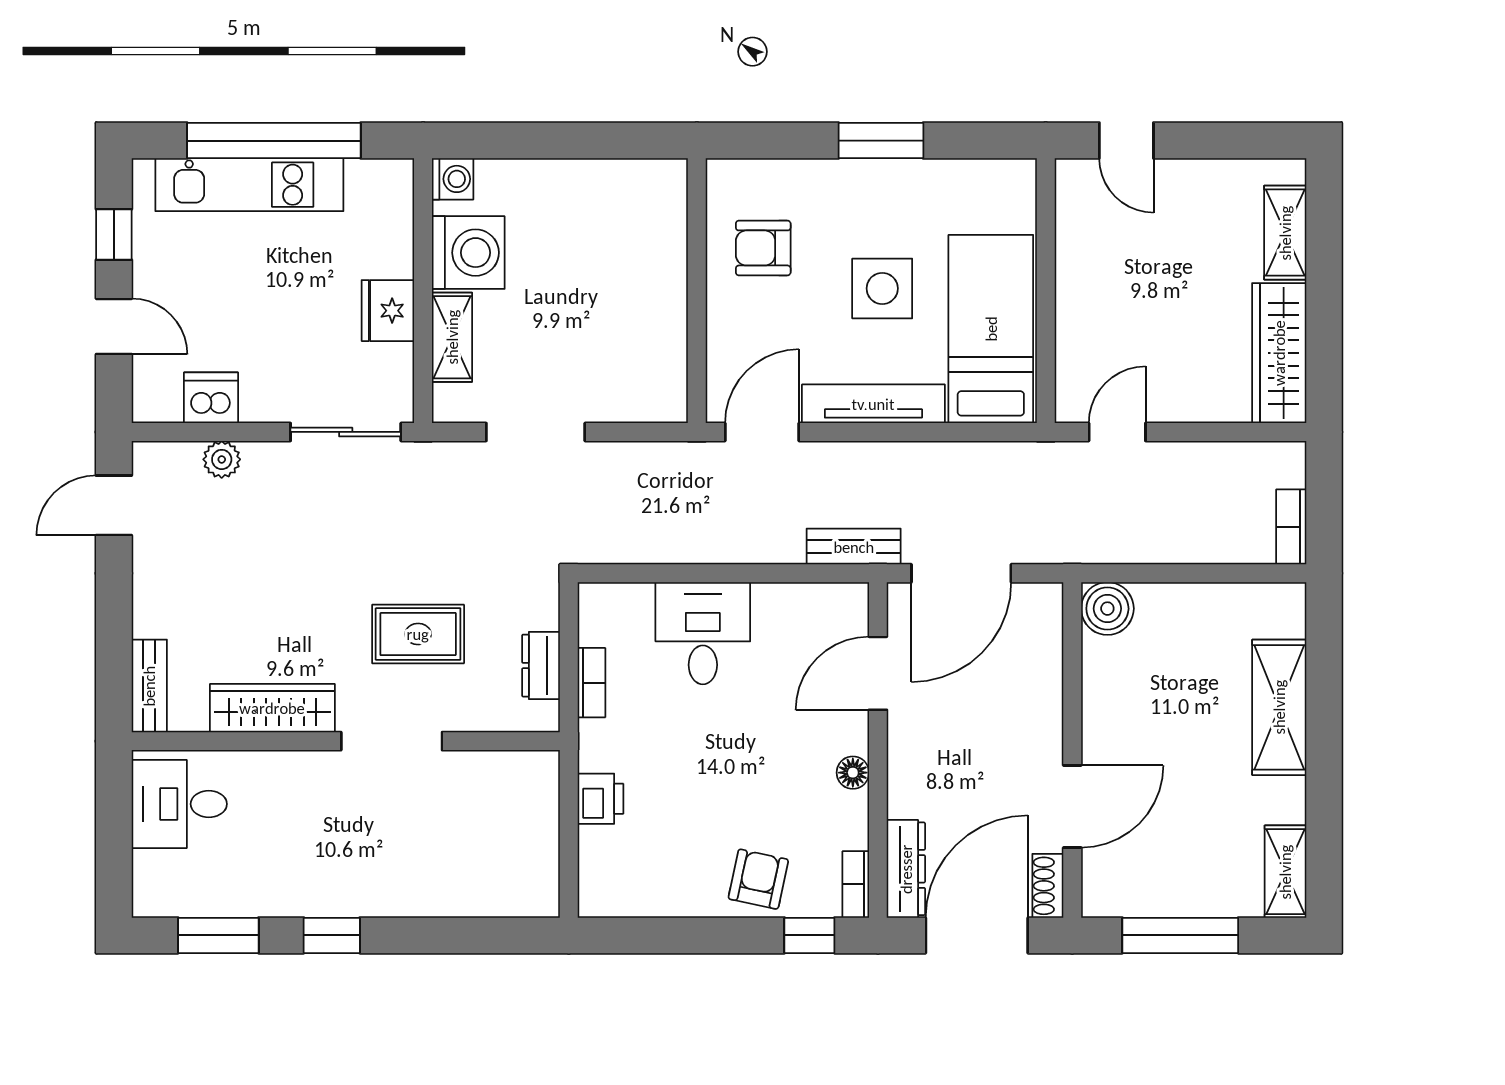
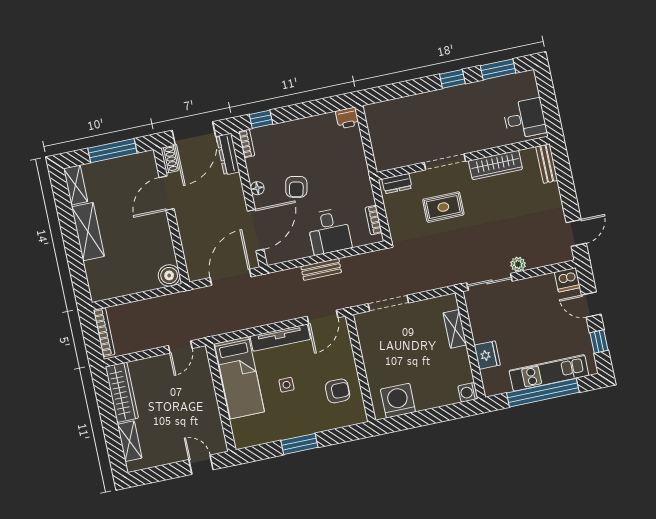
washing machine: (468, 253) -> (398, 401), moved, turned 90
side table: (882, 288) -> (286, 385), width x0.54, depth x0.54
fridge: (388, 311) -> (487, 355), moved
dishwasher: (211, 398) -> (567, 280), moved
doorway: (536, 432) -> (388, 303), moved
plant: (222, 459) -> (518, 264), moved
bookcase: (1291, 527) -> (104, 332), width x1.56
bench: (854, 547) -> (321, 269), moved
dresser: (541, 666) -> (397, 184), moved, turned 90
door: (878, 673) -> (256, 230), width x1.36
bookcase: (591, 683) -> (373, 220), moved
shelving: (1279, 707) -> (88, 232), moved
printer: (600, 799) -> (347, 118), moved, turned -90
armchair: (758, 879) -> (296, 187), moved

